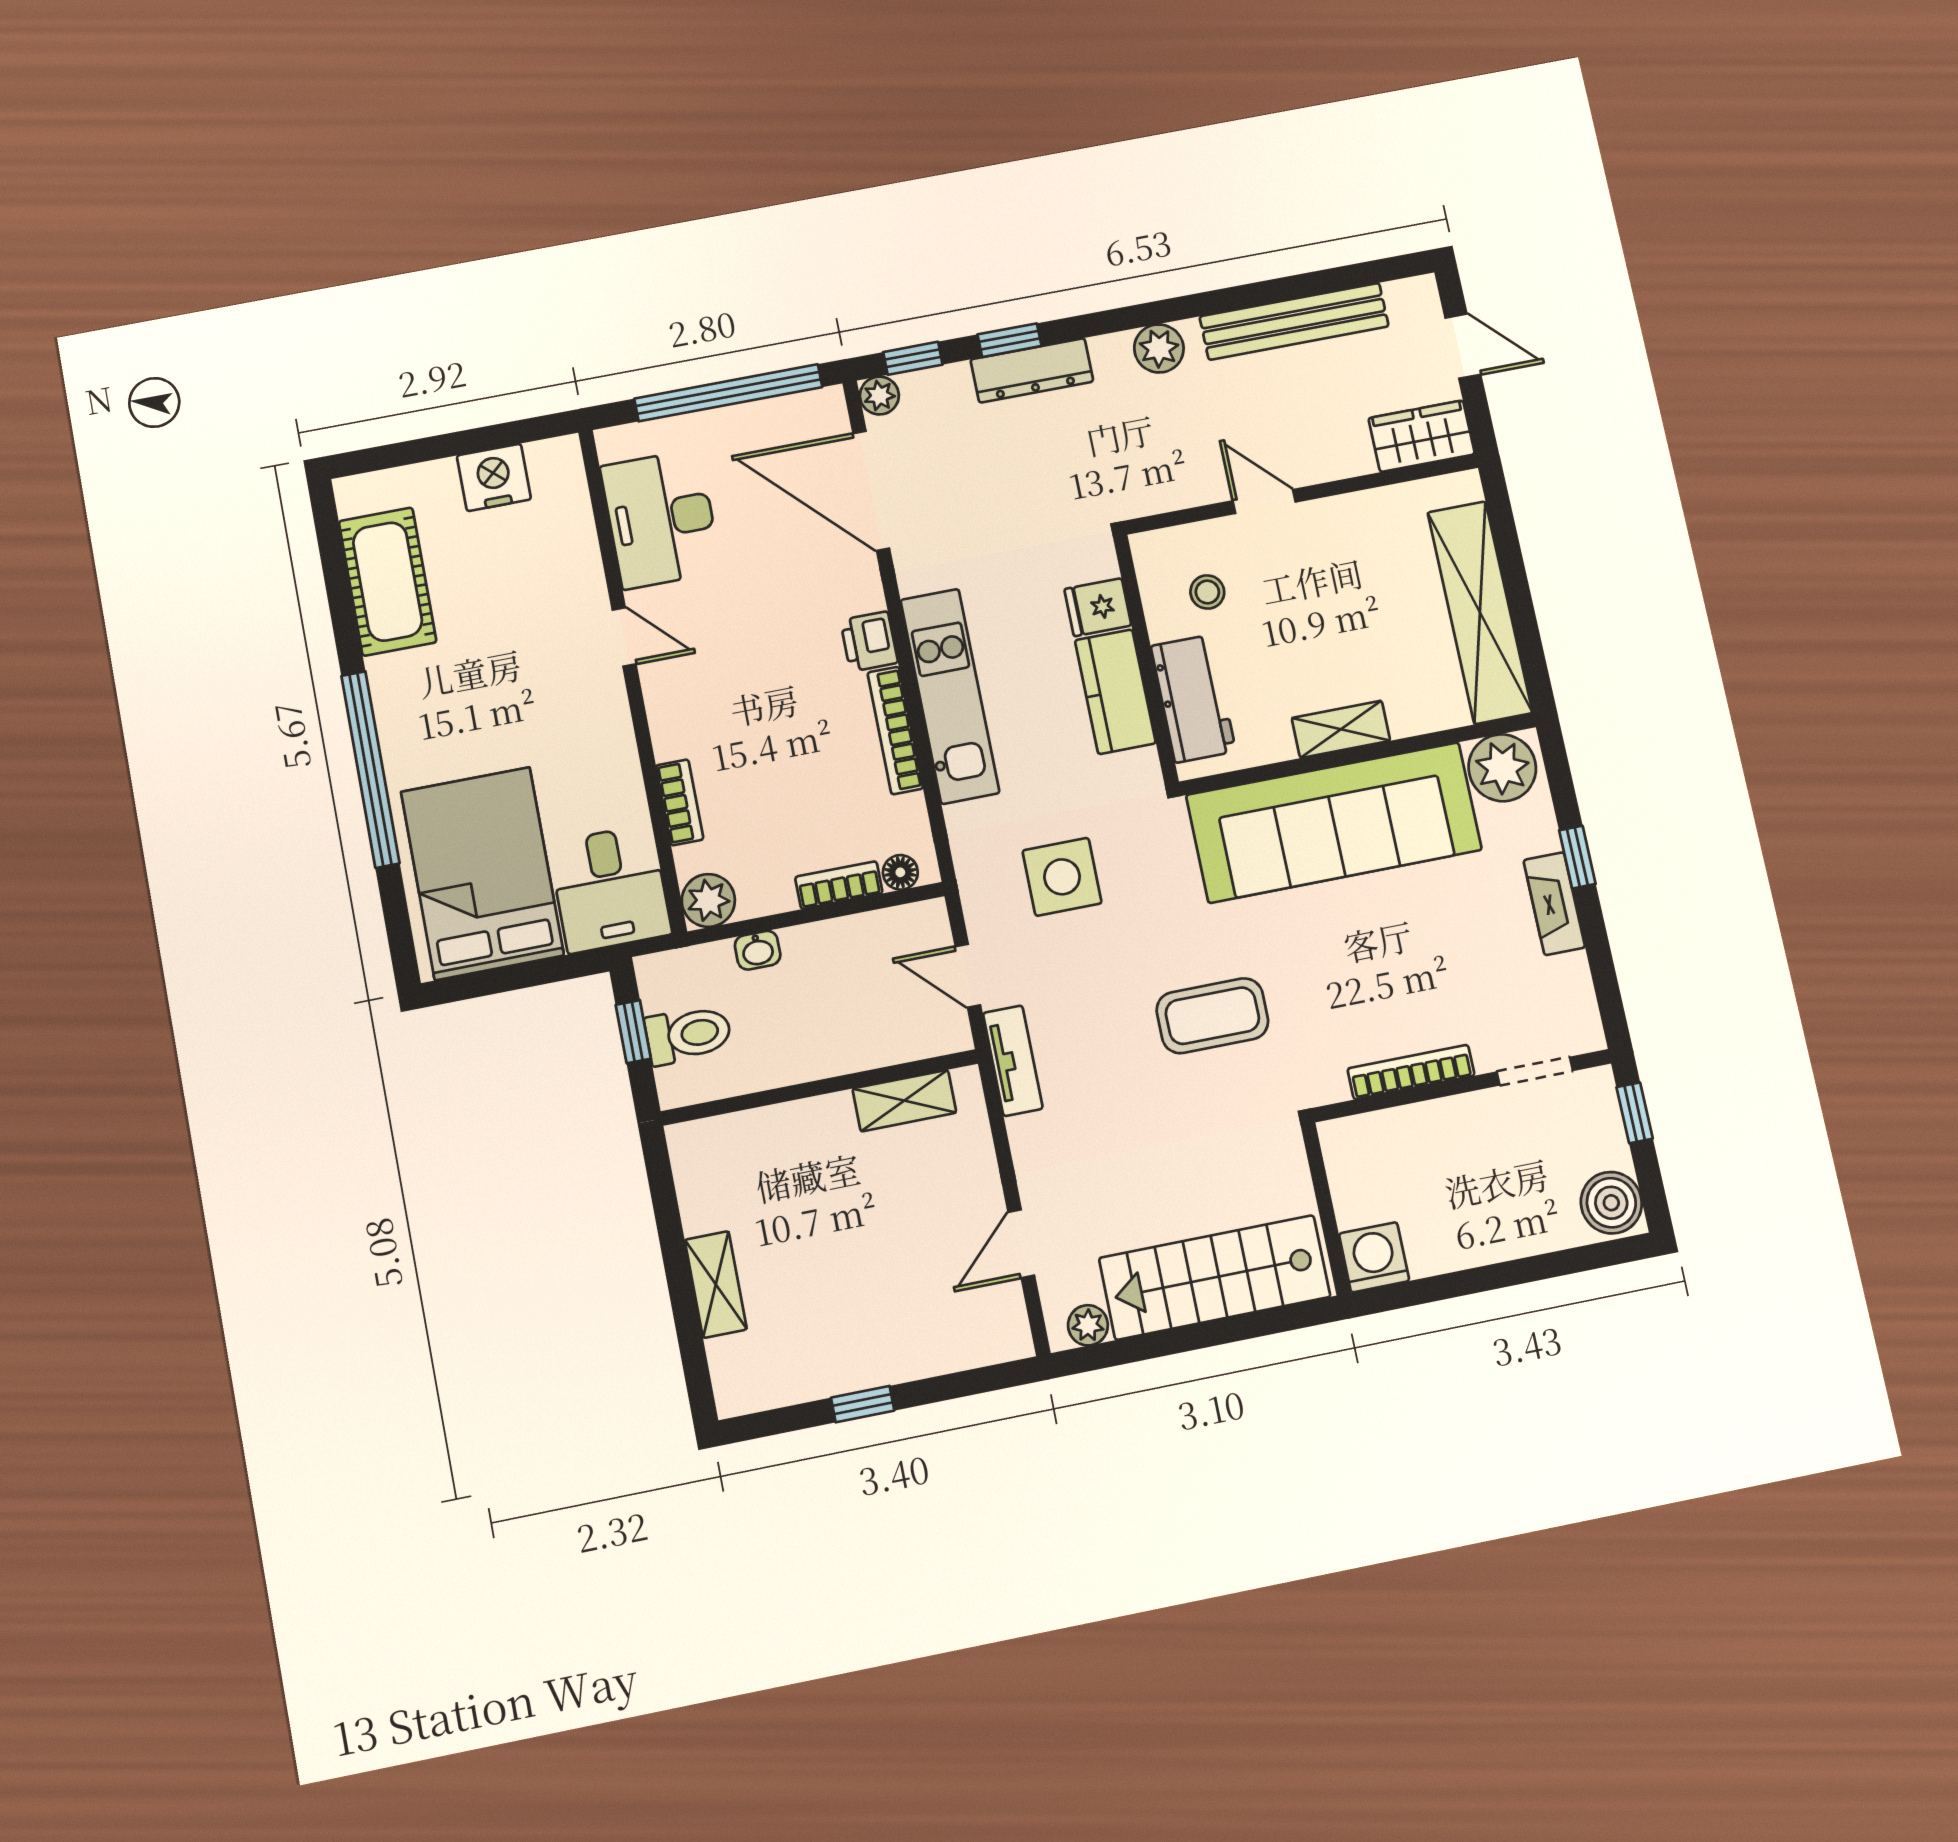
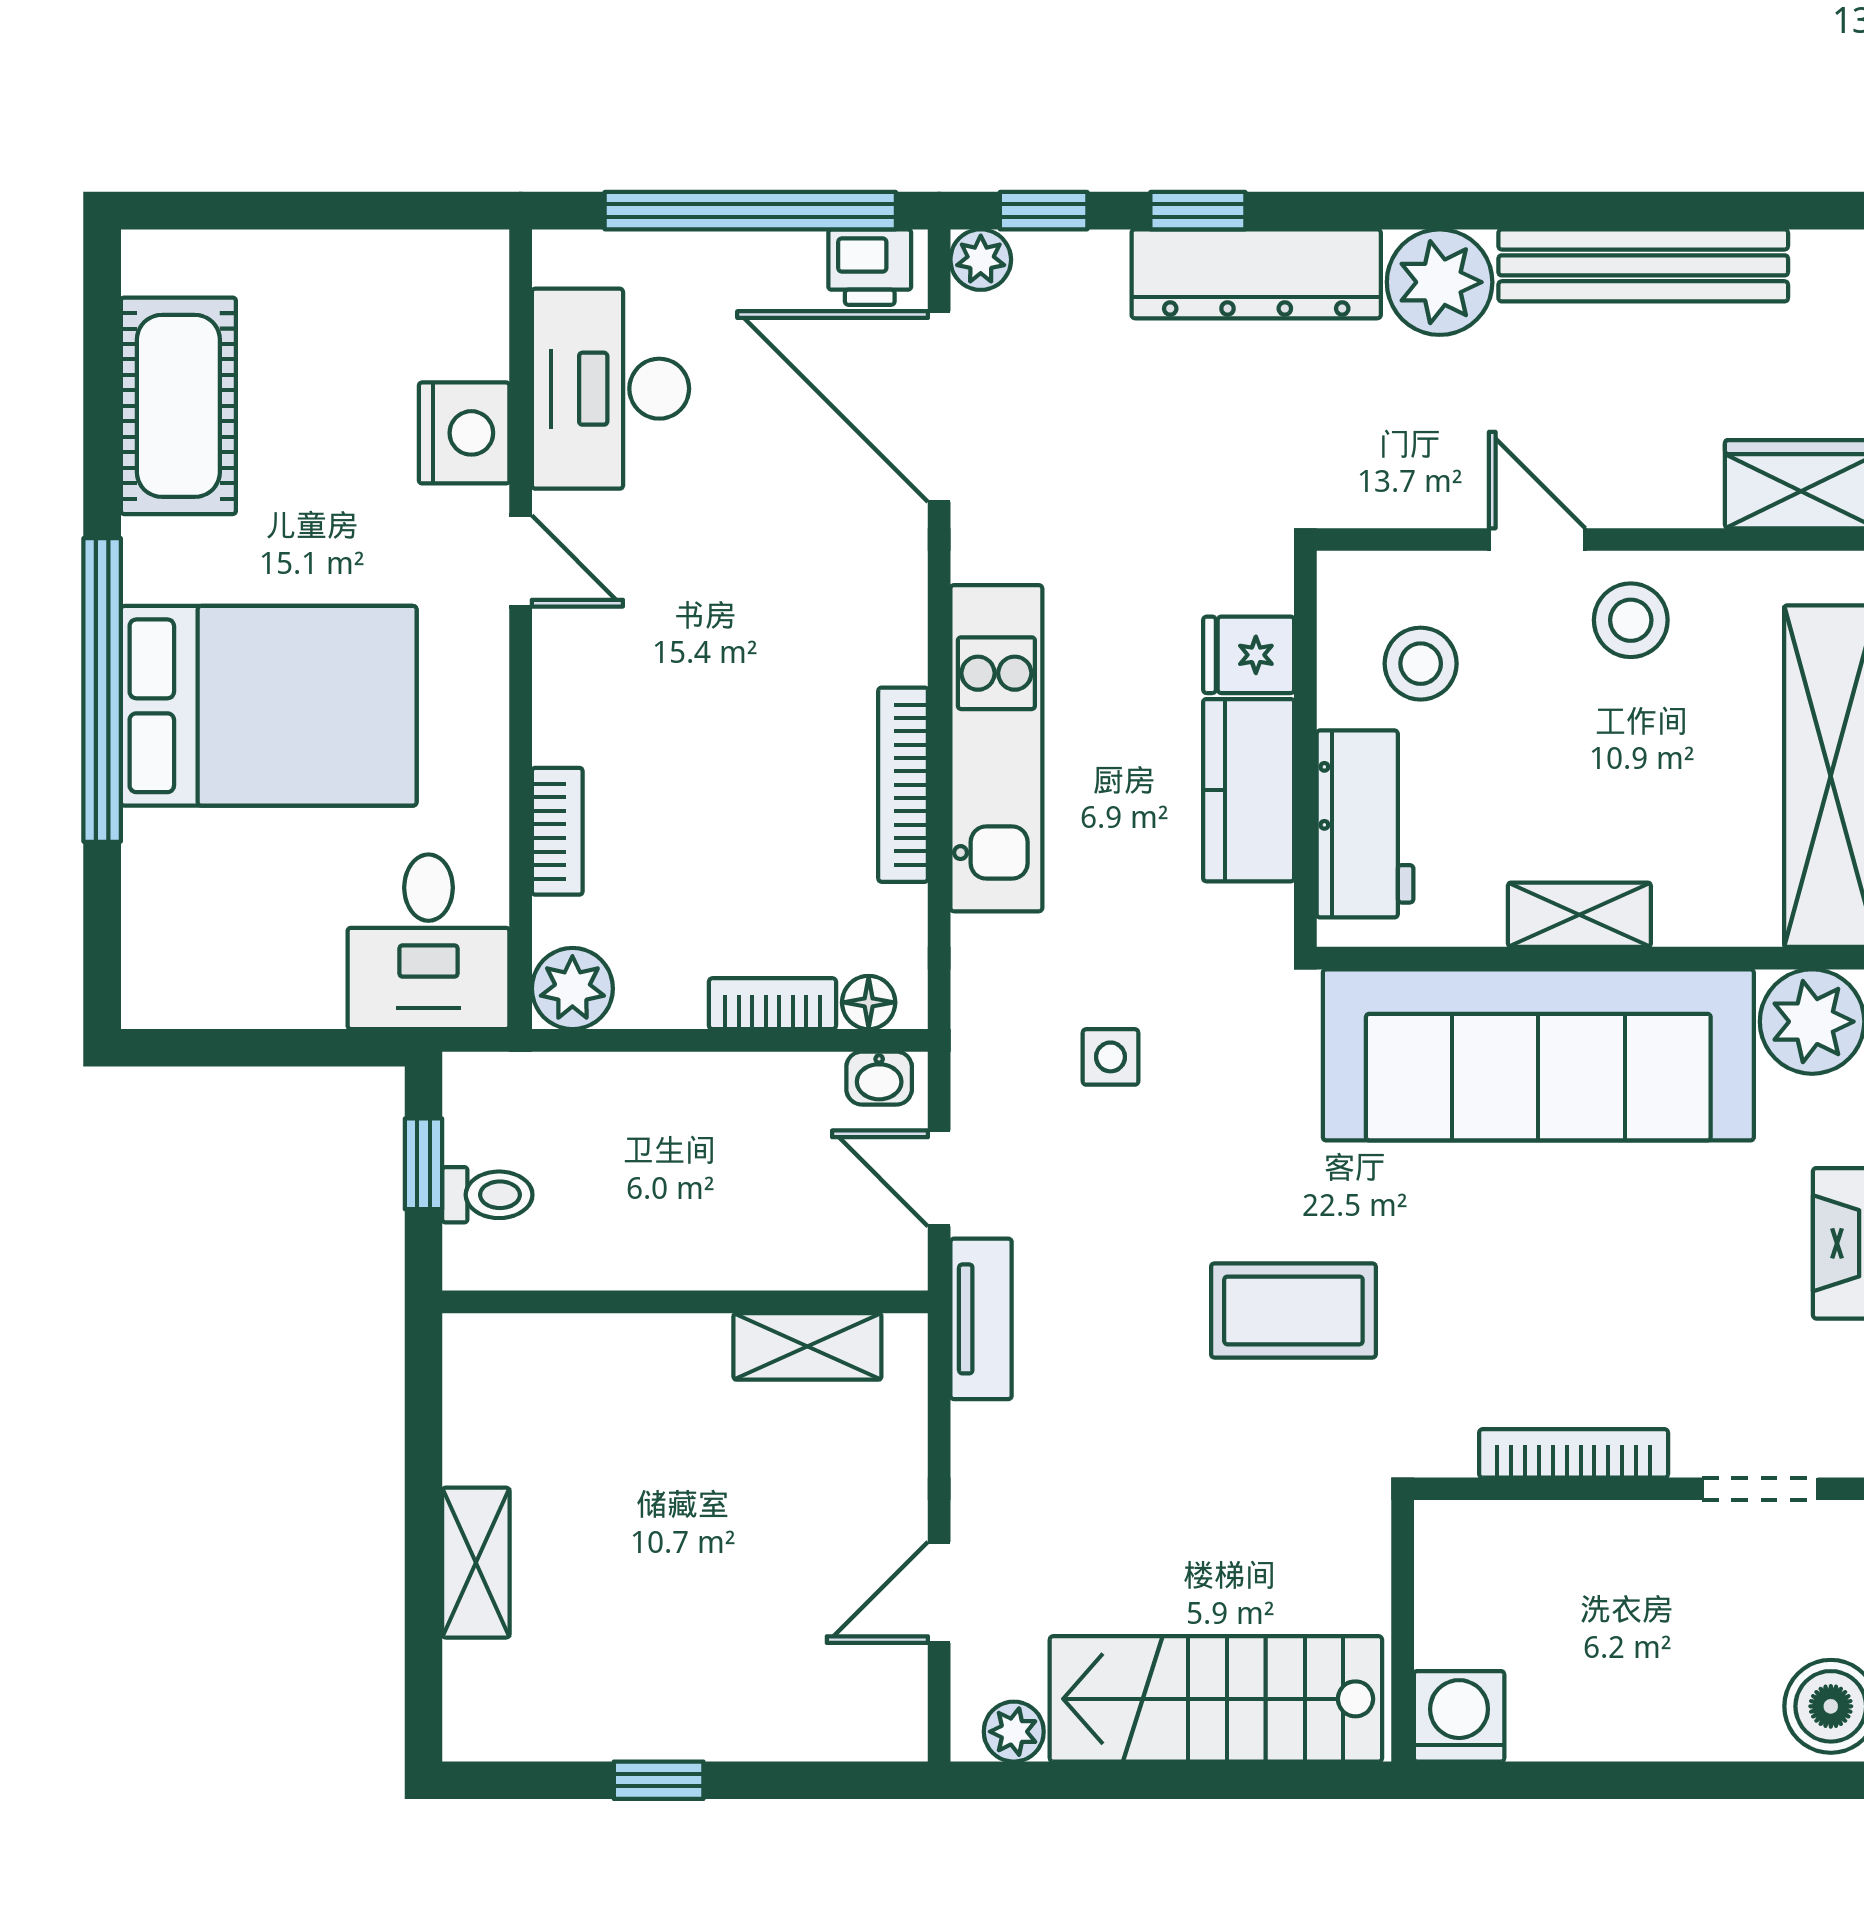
plant: (1159, 348) -> (1440, 282), width x1.36, depth x1.36
dresser: (1032, 370) -> (1256, 274), width x1.37, depth x1.24
nightstand: (494, 477) -> (464, 433), moved, turned 90
stool: (1334, 540) -> (1631, 620), added
stool: (1207, 592) -> (1421, 664), width x1.37, depth x1.37
printer: (869, 641) -> (870, 267), moved, turned -90
bed: (482, 873) -> (269, 706), moved, turned 90
side table: (1062, 877) -> (1111, 1057), width x0.54, depth x0.54
washbasin: (758, 950) -> (879, 1078), moved
toilet: (688, 1035) -> (487, 1195), width x0.73, depth x0.72

